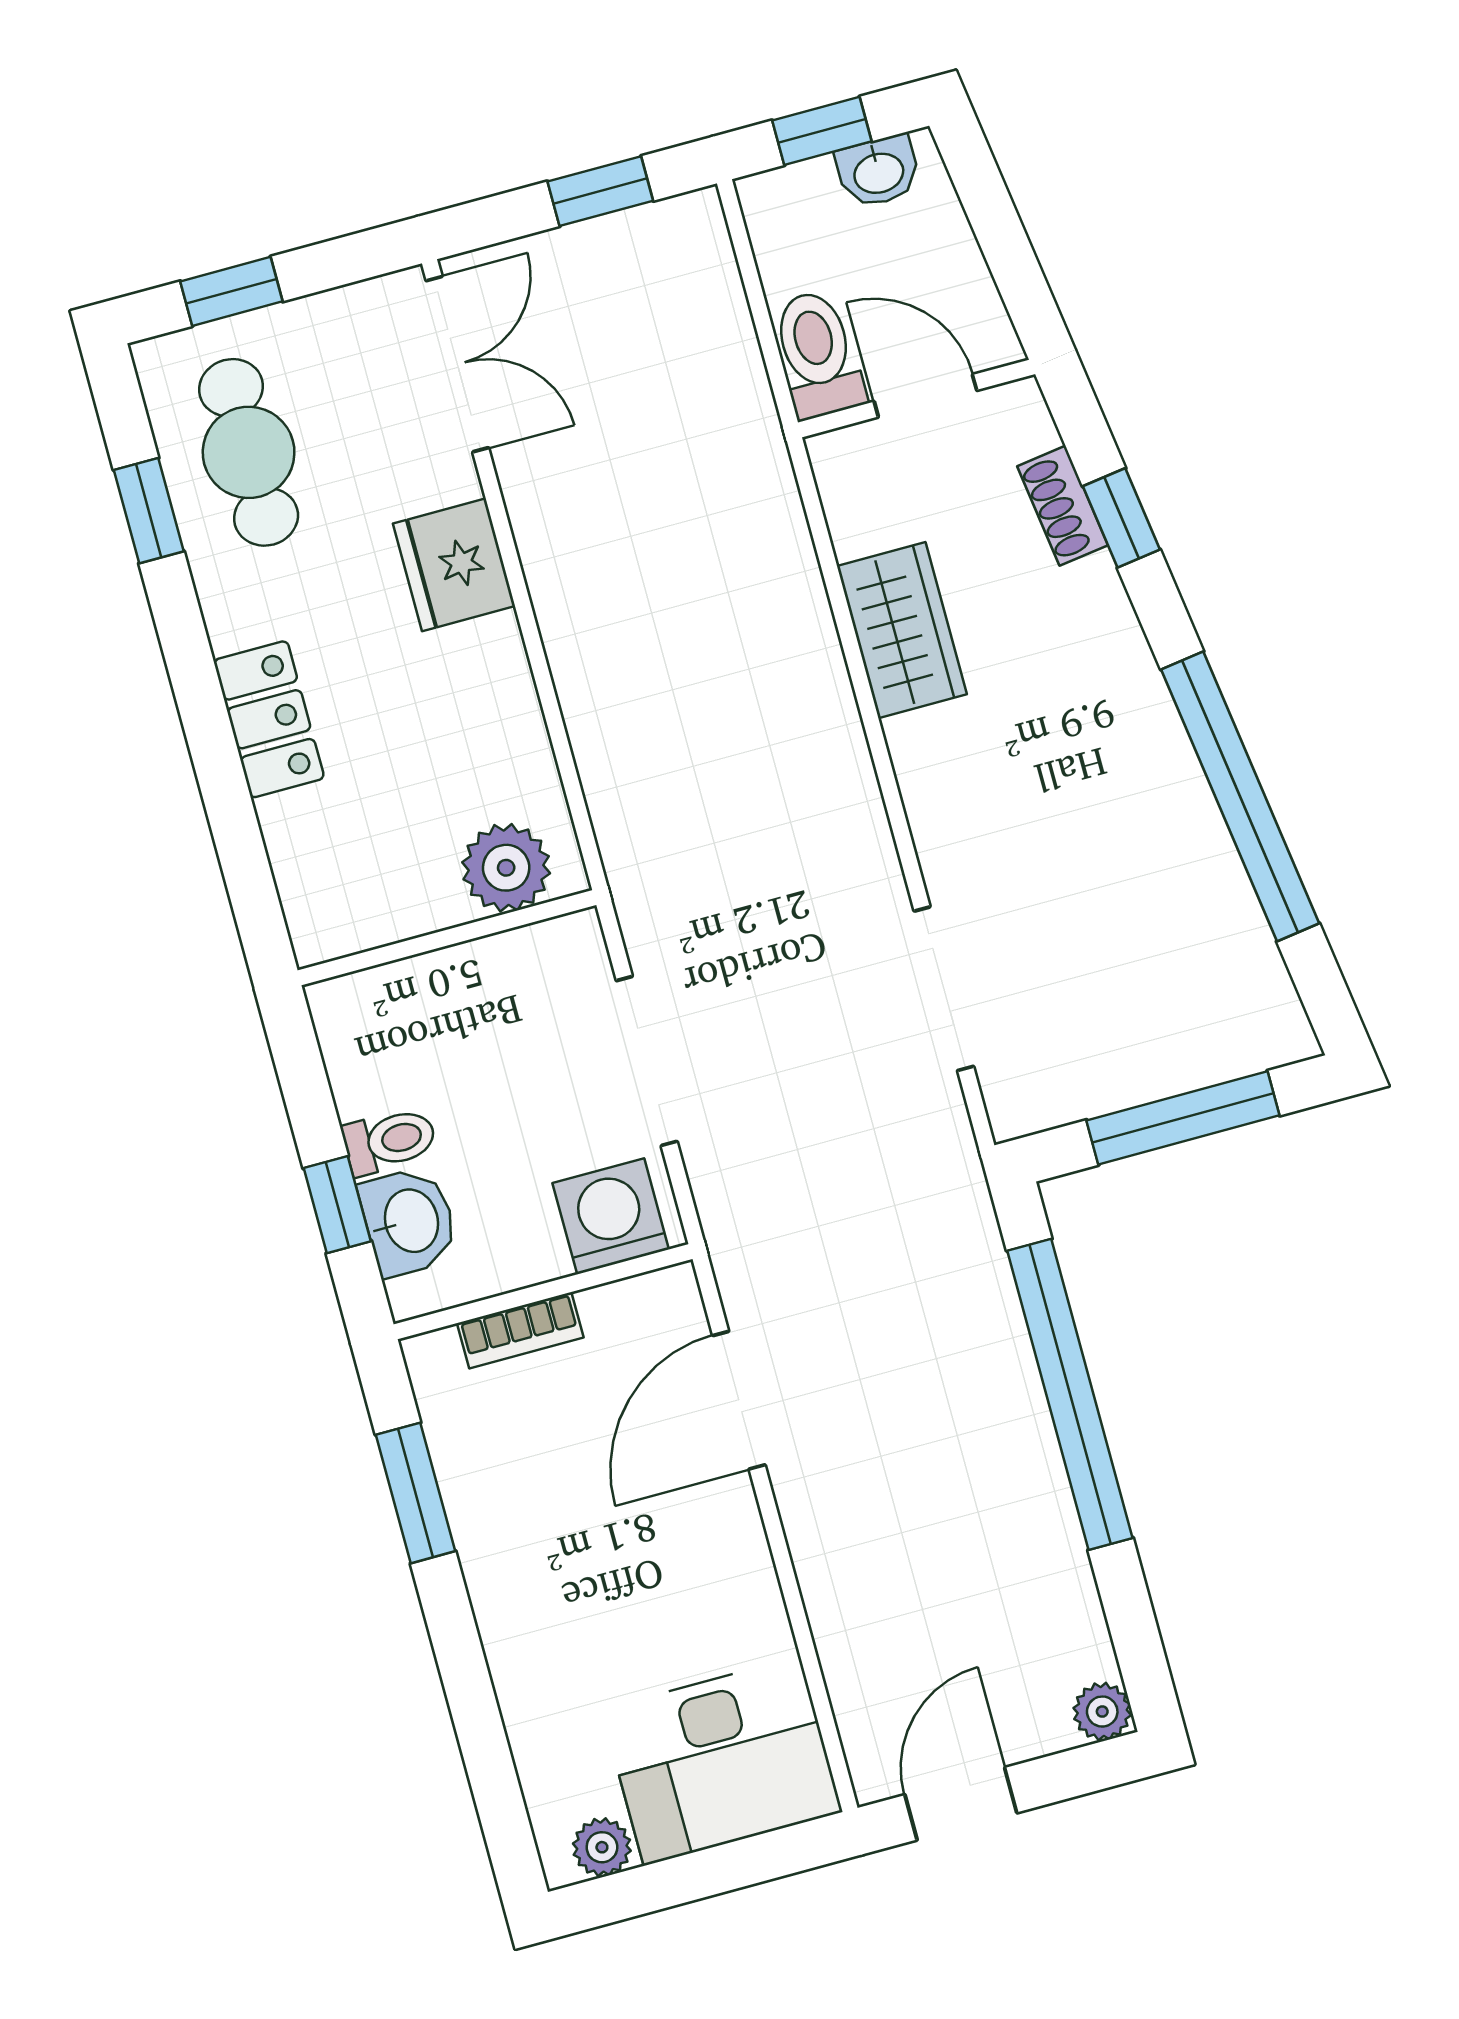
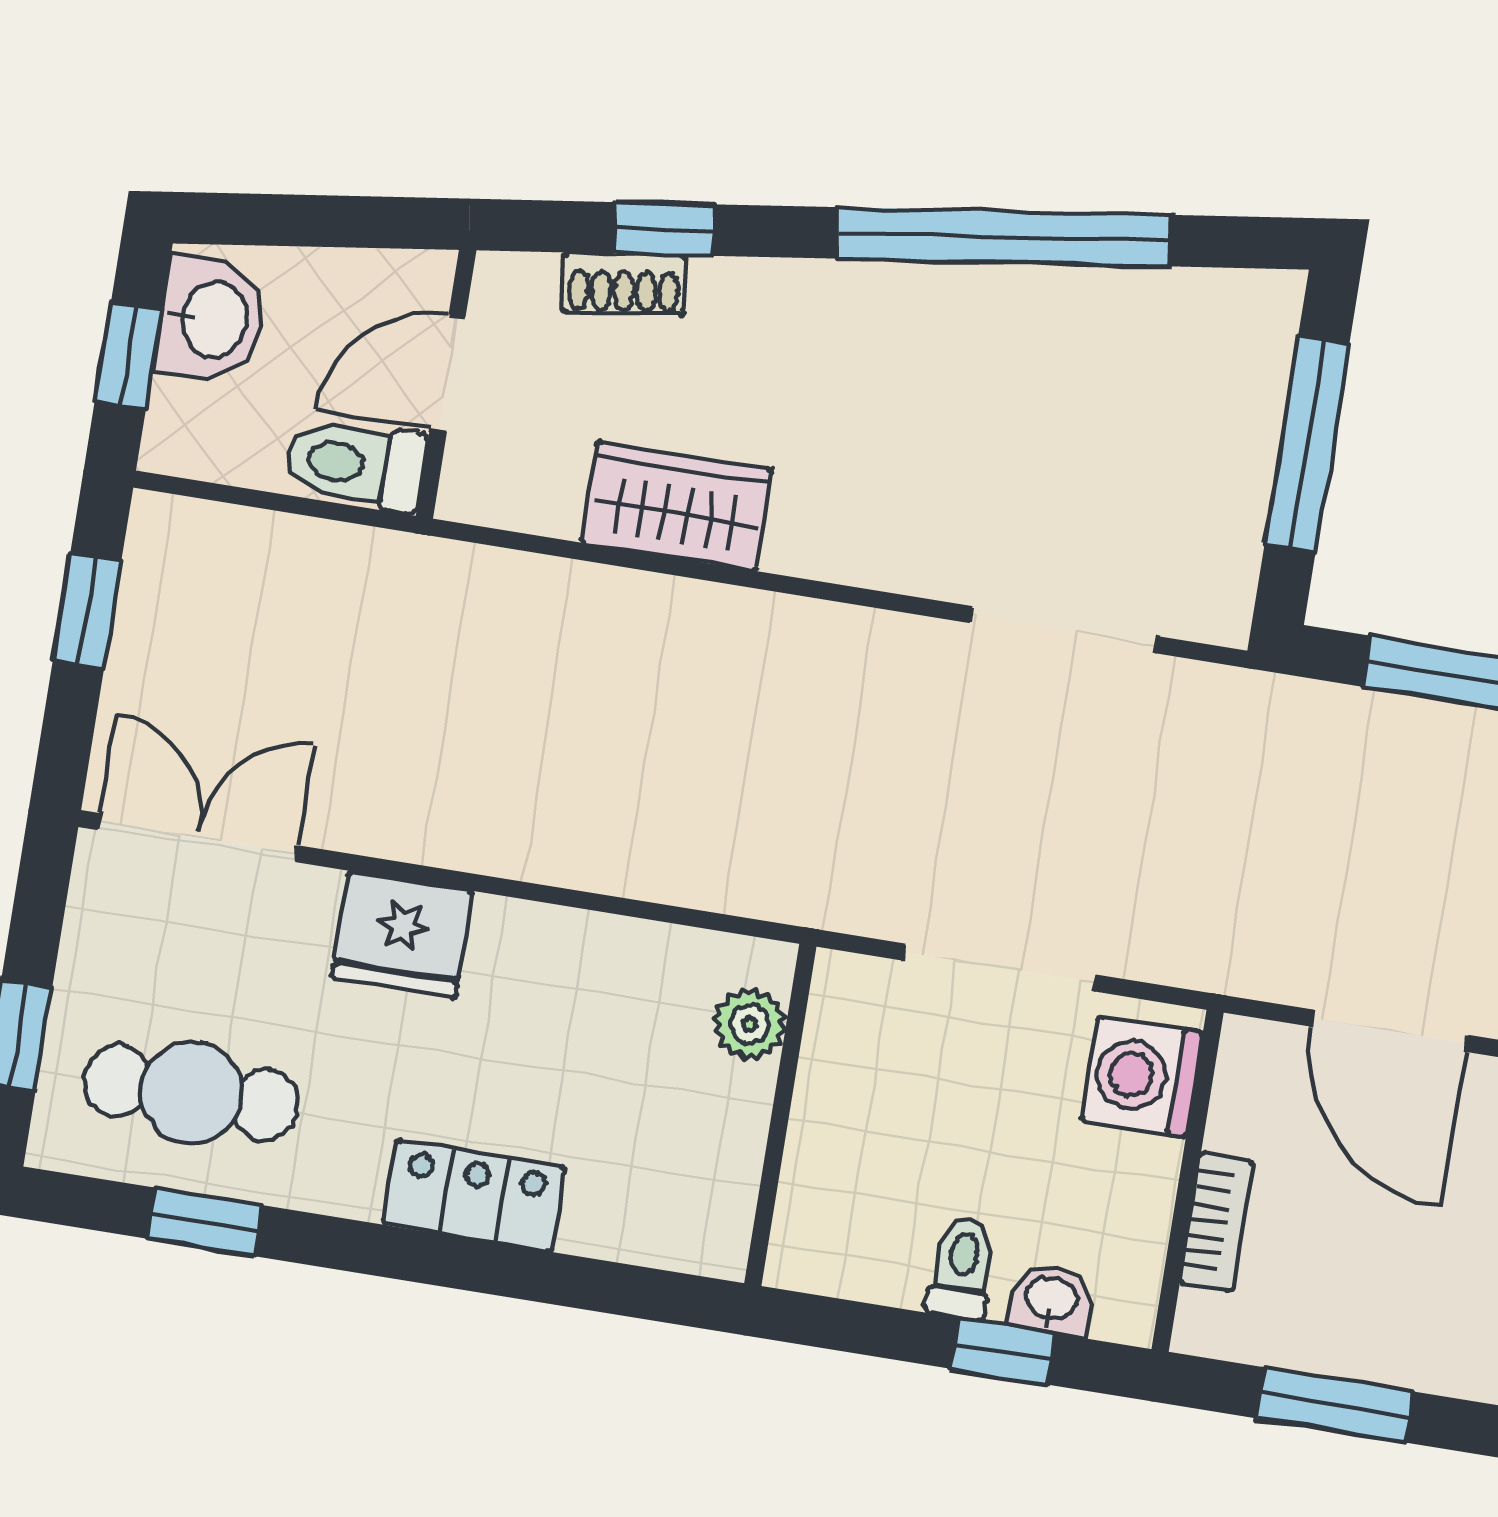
washbasin: (878, 171) -> (211, 320), width x1.38, depth x1.45
plant: (506, 868) -> (750, 1024), width x0.73, depth x0.73
washbasin: (409, 1221) -> (1051, 1300), width x0.72, depth x0.69

